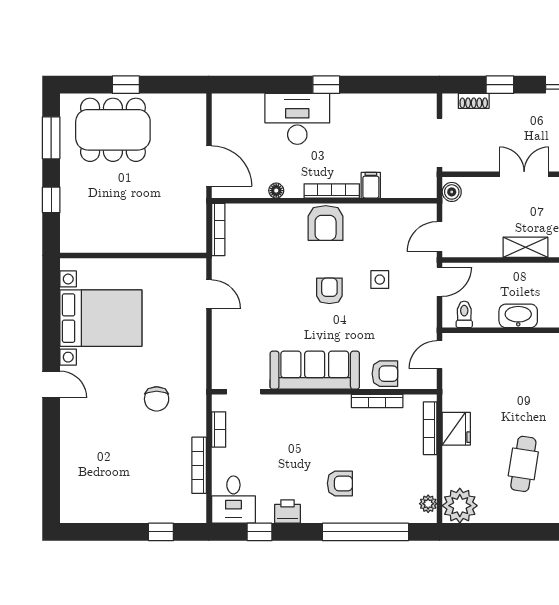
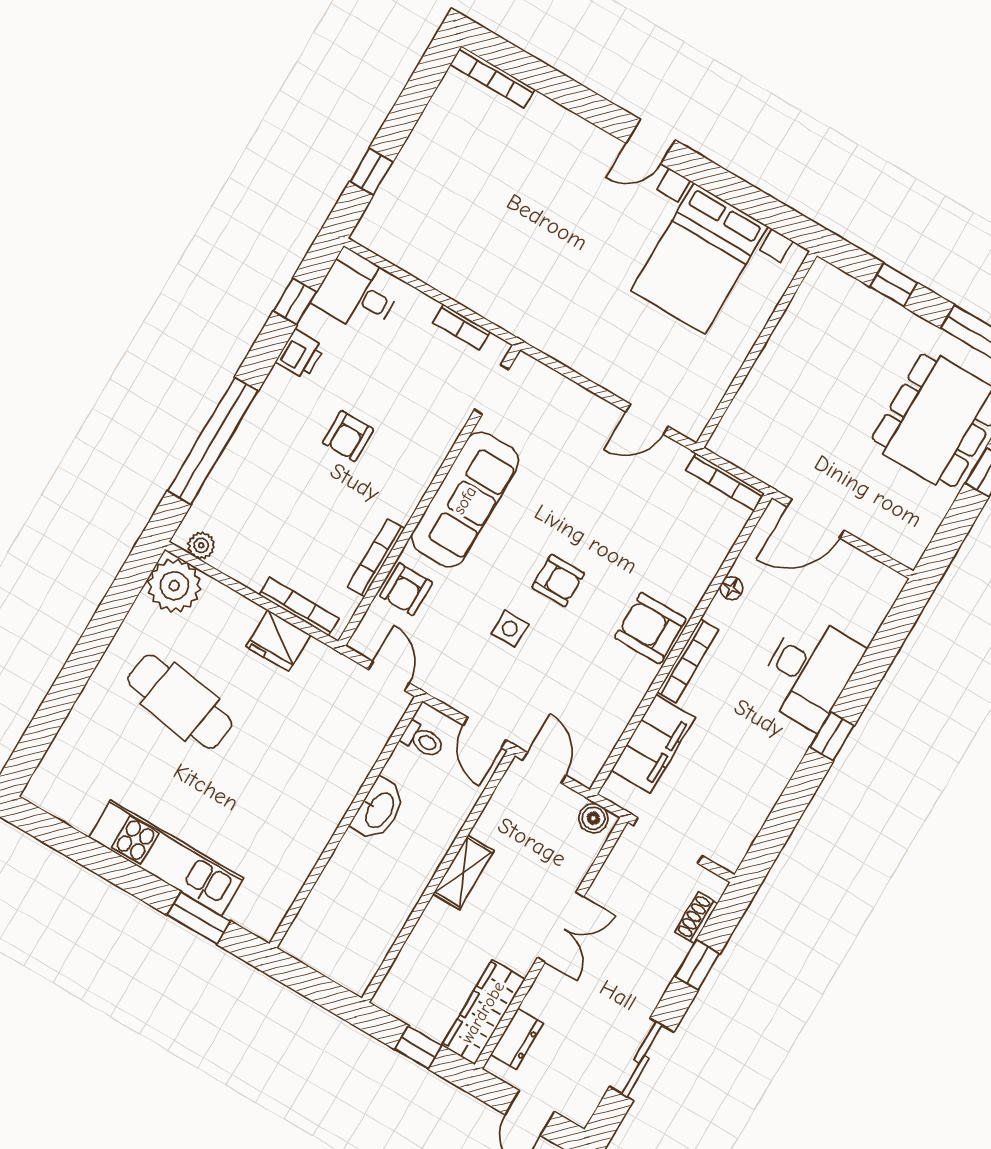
filing cabinet: (371, 185) -> (653, 744), width x3.00, depth x1.17
side table: (380, 280) -> (510, 629), moved
chair: (157, 399) -> (550, 269), removed
cafe table: (523, 464) -> (180, 702), width x1.37, depth x1.35
bookcase: (199, 465) -> (493, 77), moved, turned 180
armchair: (340, 483) -> (348, 436), moved

